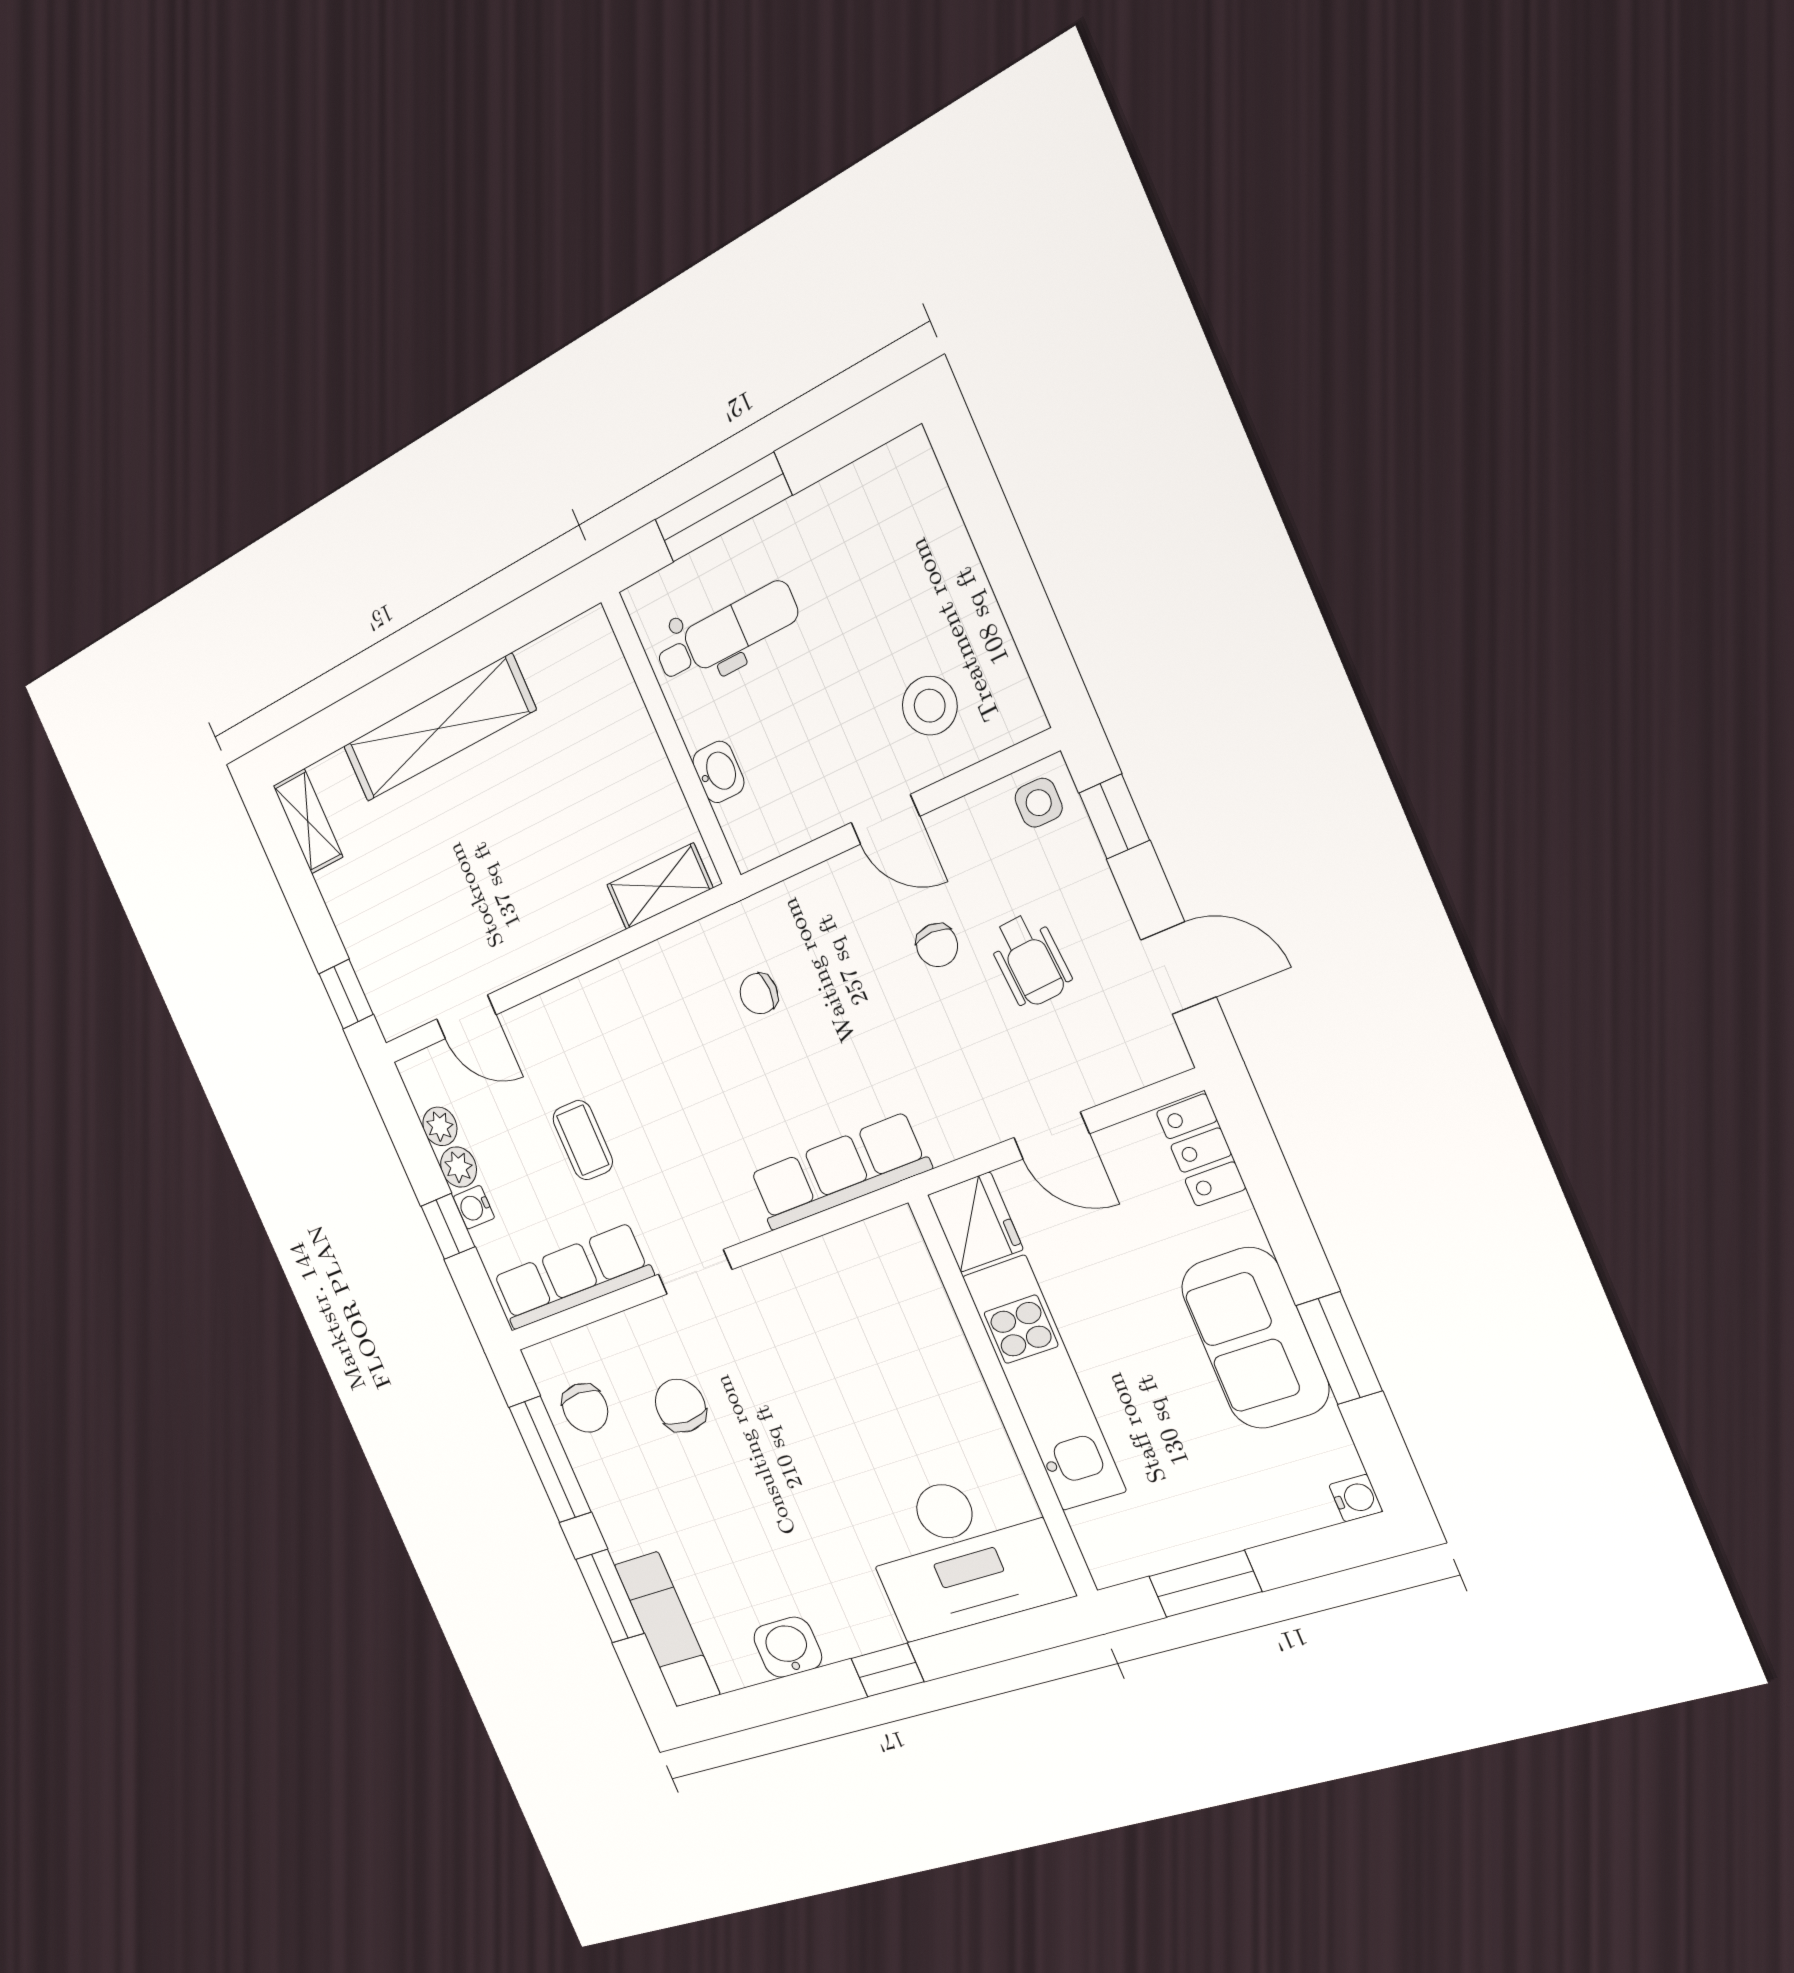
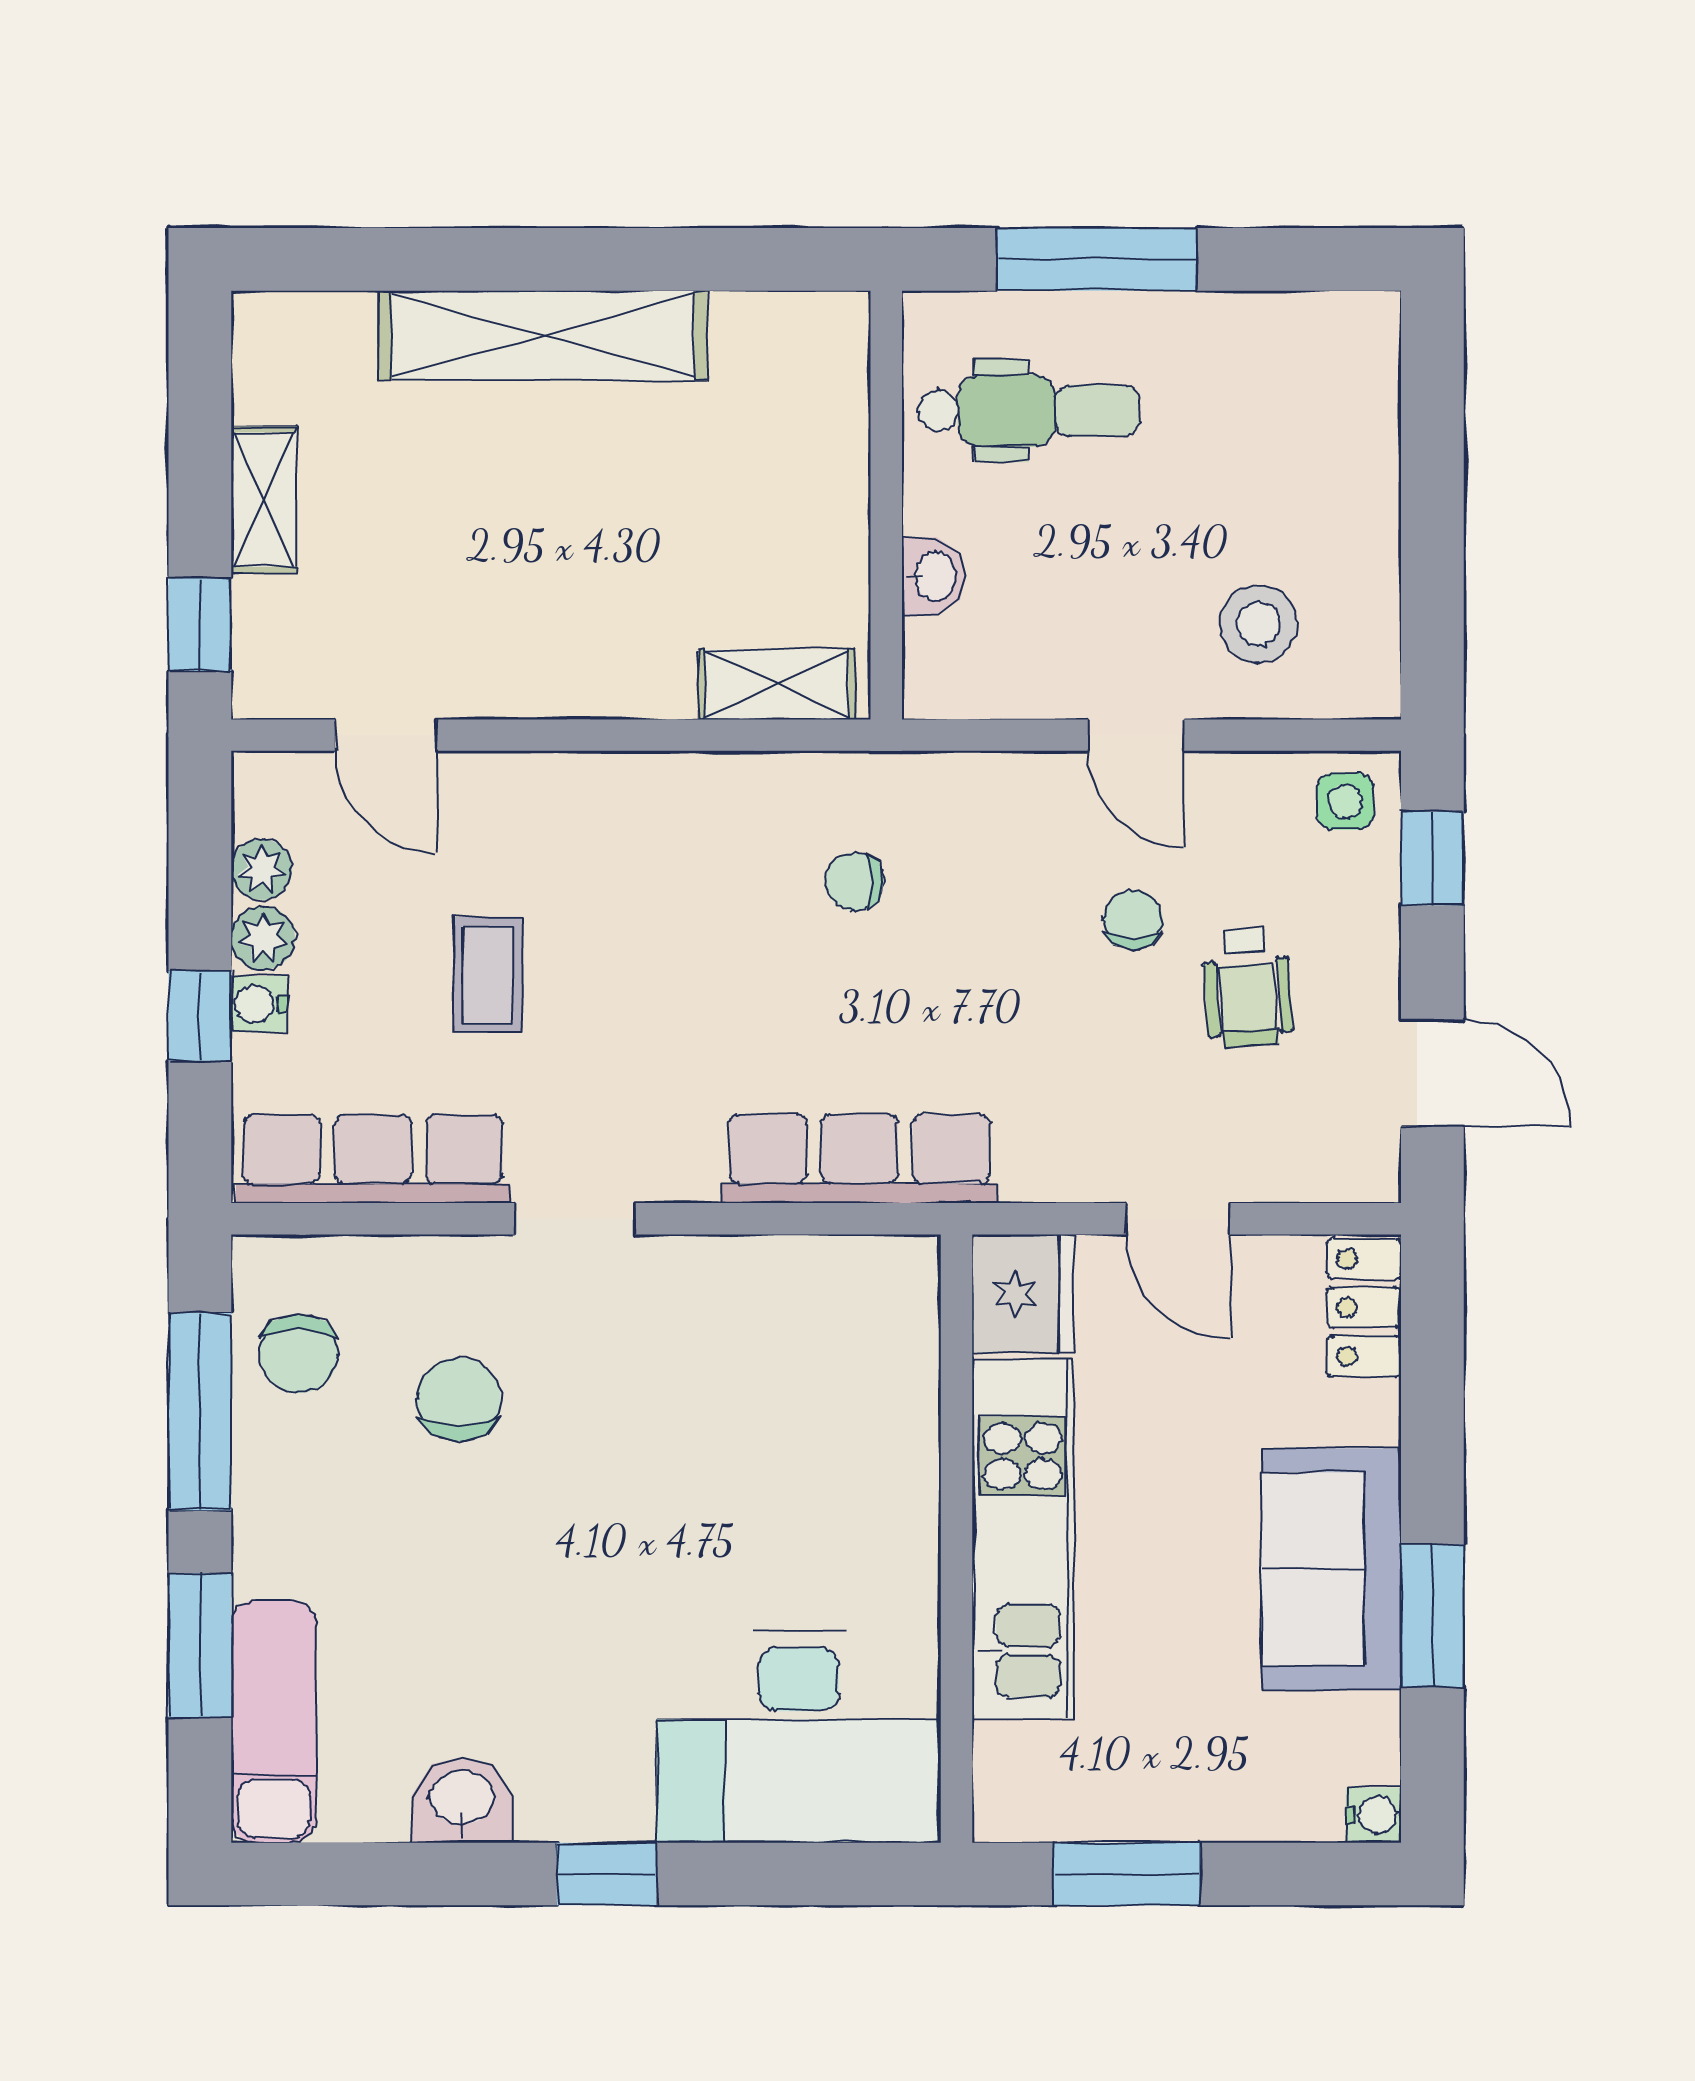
shelving: (308, 821) -> (264, 500), moved
chair: (937, 945) -> (1133, 920), turned 180

